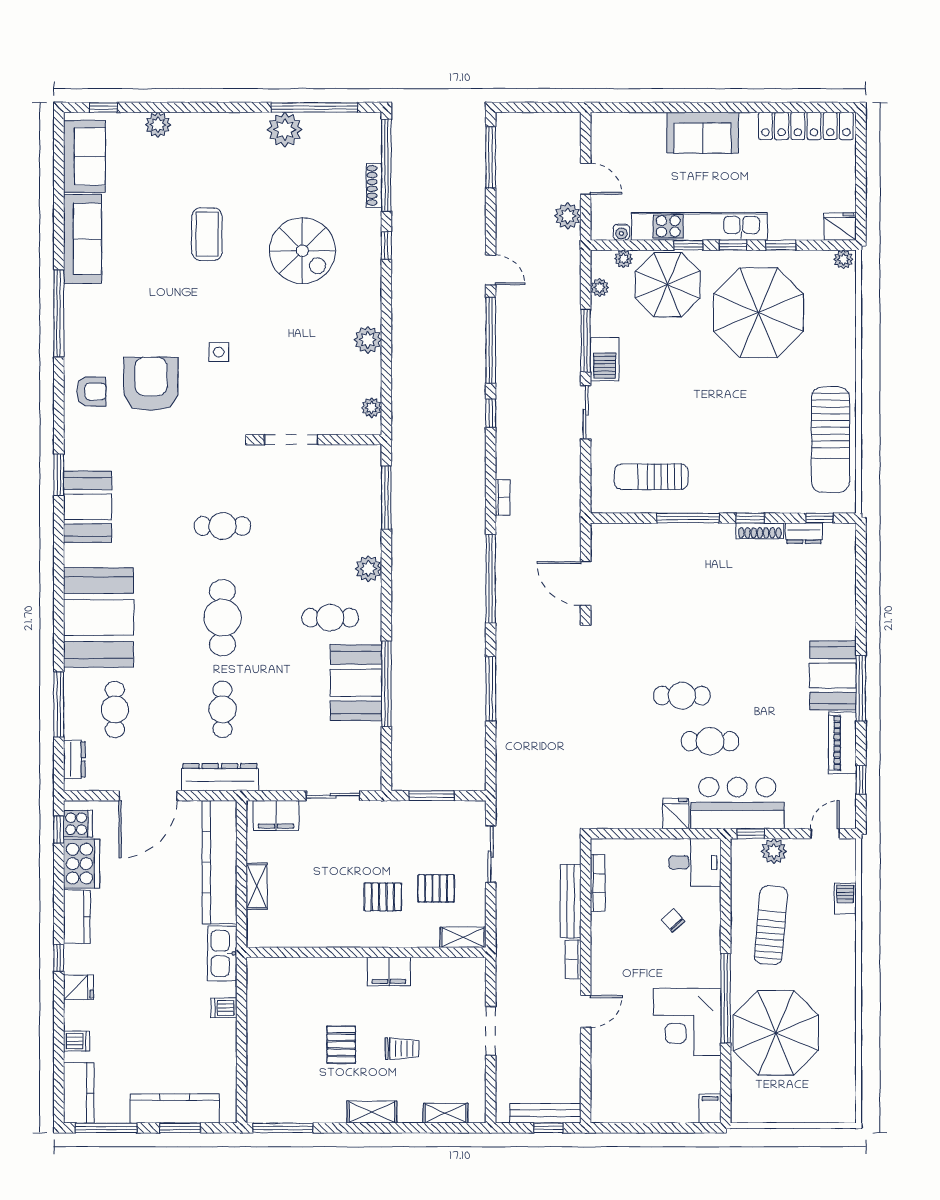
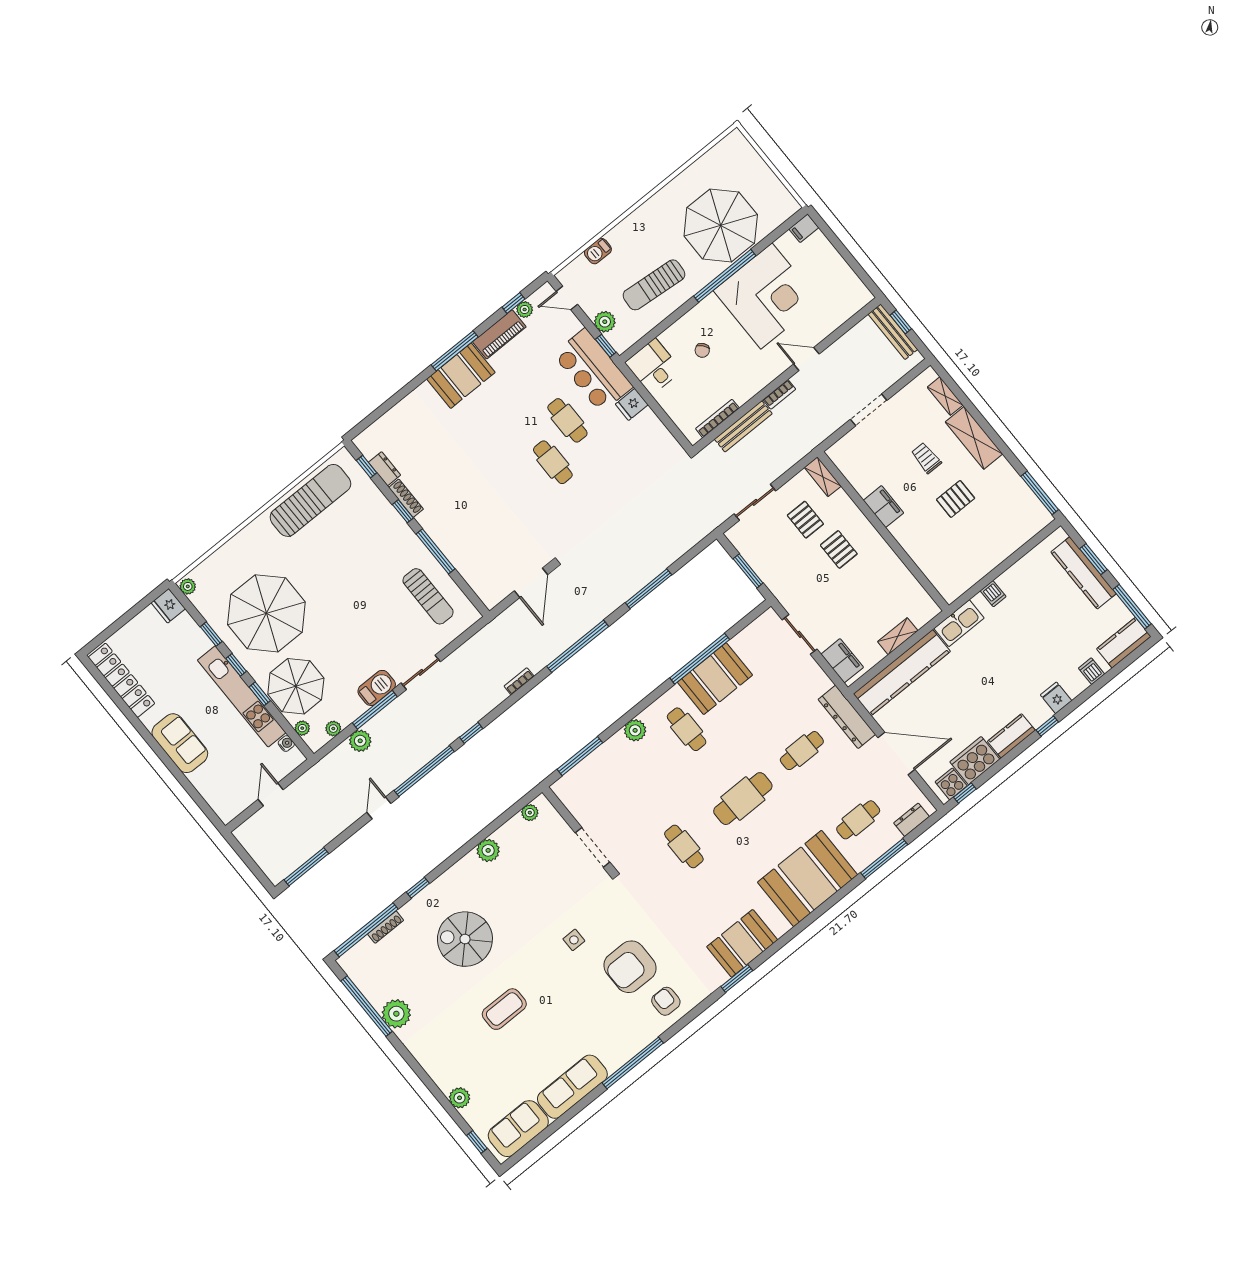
plant: (568, 216) -> (360, 741), moved
spiral stairs: (302, 251) -> (465, 939), turned -90
plant: (846, 785) -> (525, 310), added
corner desk: (687, 1022) -> (766, 296), width x1.36, depth x1.36
shelving: (372, 1112) -> (974, 438), width x1.50, depth x1.33

